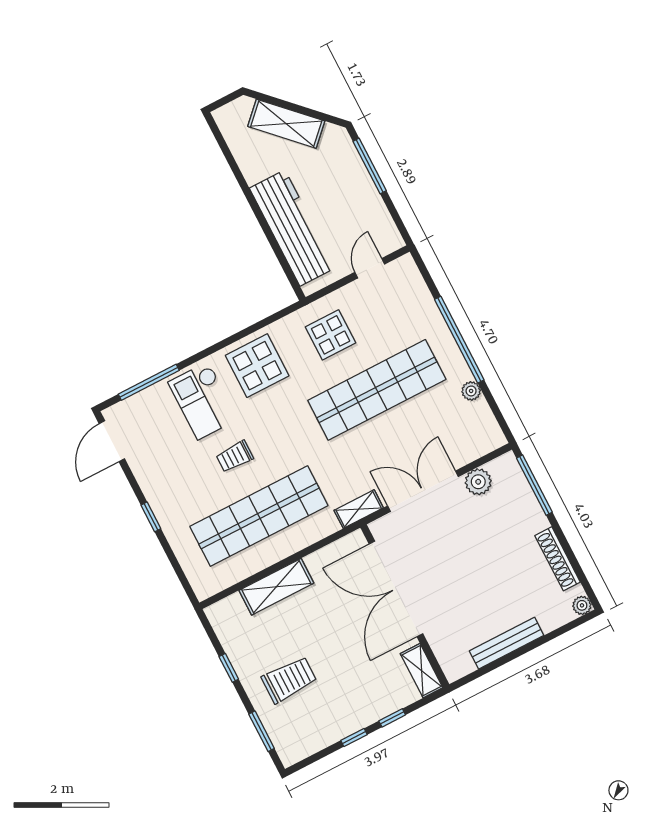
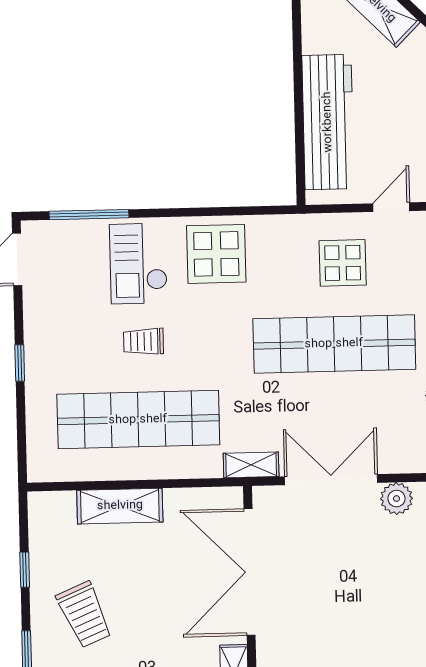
display table: (331, 335) -> (343, 263), moved
trolley: (289, 680) -> (84, 615), turned 67

